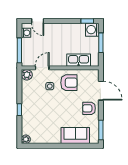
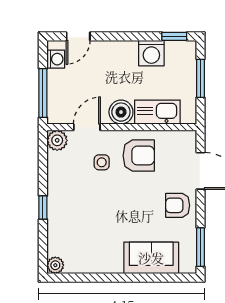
door: (38, 21) -> (78, 36), hinge flipped
washing machine: (92, 30) -> (151, 53), moved, turned -90
boiler: (60, 60) -> (121, 112), added

